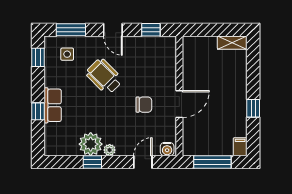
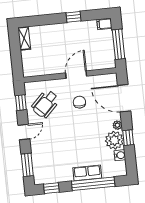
side table: (67, 54) -> (46, 166), removed
wheelchair: (104, 76) -> (45, 104), moved
door: (179, 104) -> (76, 75), hinge flipped
window: (38, 111) -> (93, 184), width x3.17
water cooler: (167, 149) -> (120, 155), moved
door: (143, 162) -> (124, 98), width x1.87

